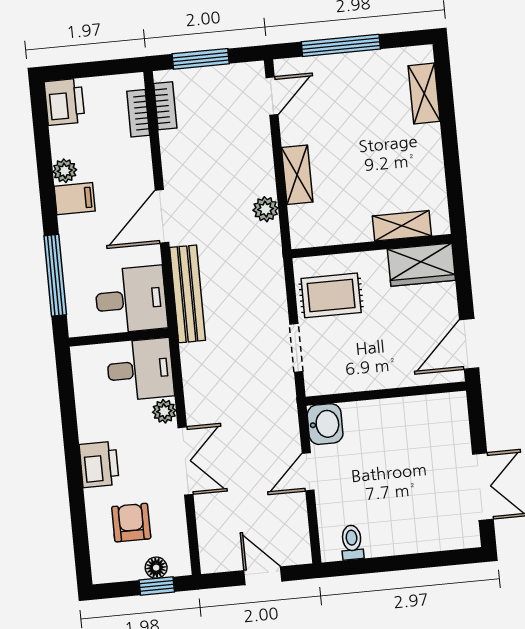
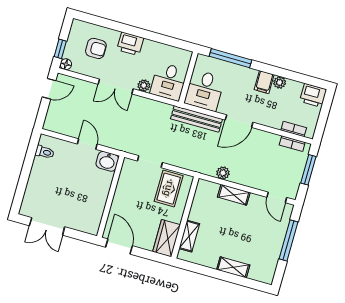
shelving: (424, 94) -> (233, 267), moved
door: (162, 216) -> (239, 121), swing flipped
floor lamp: (156, 568) -> (66, 64), moved
door: (263, 576) -> (49, 89), moved

